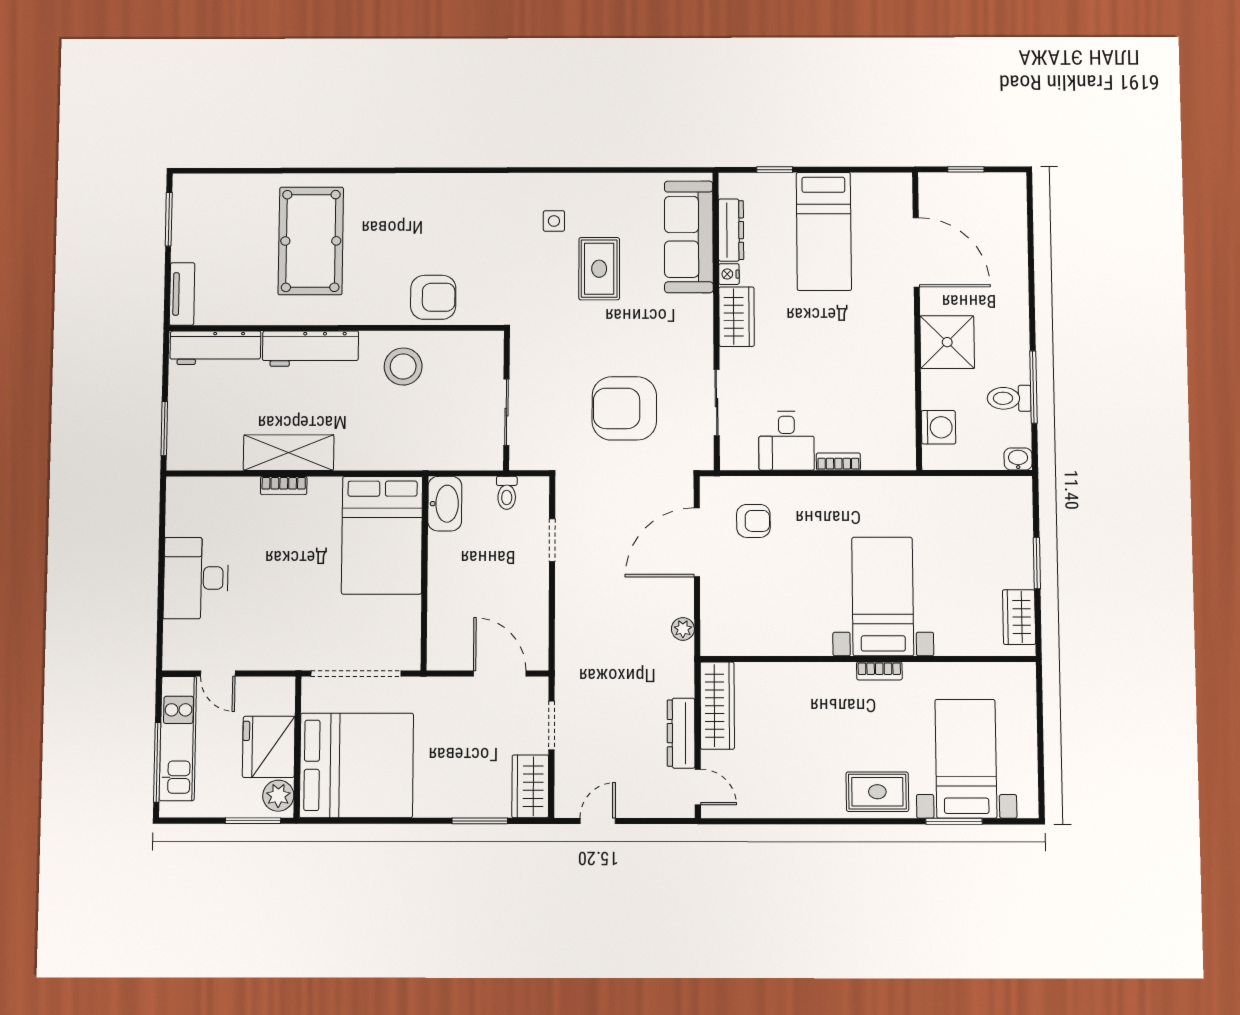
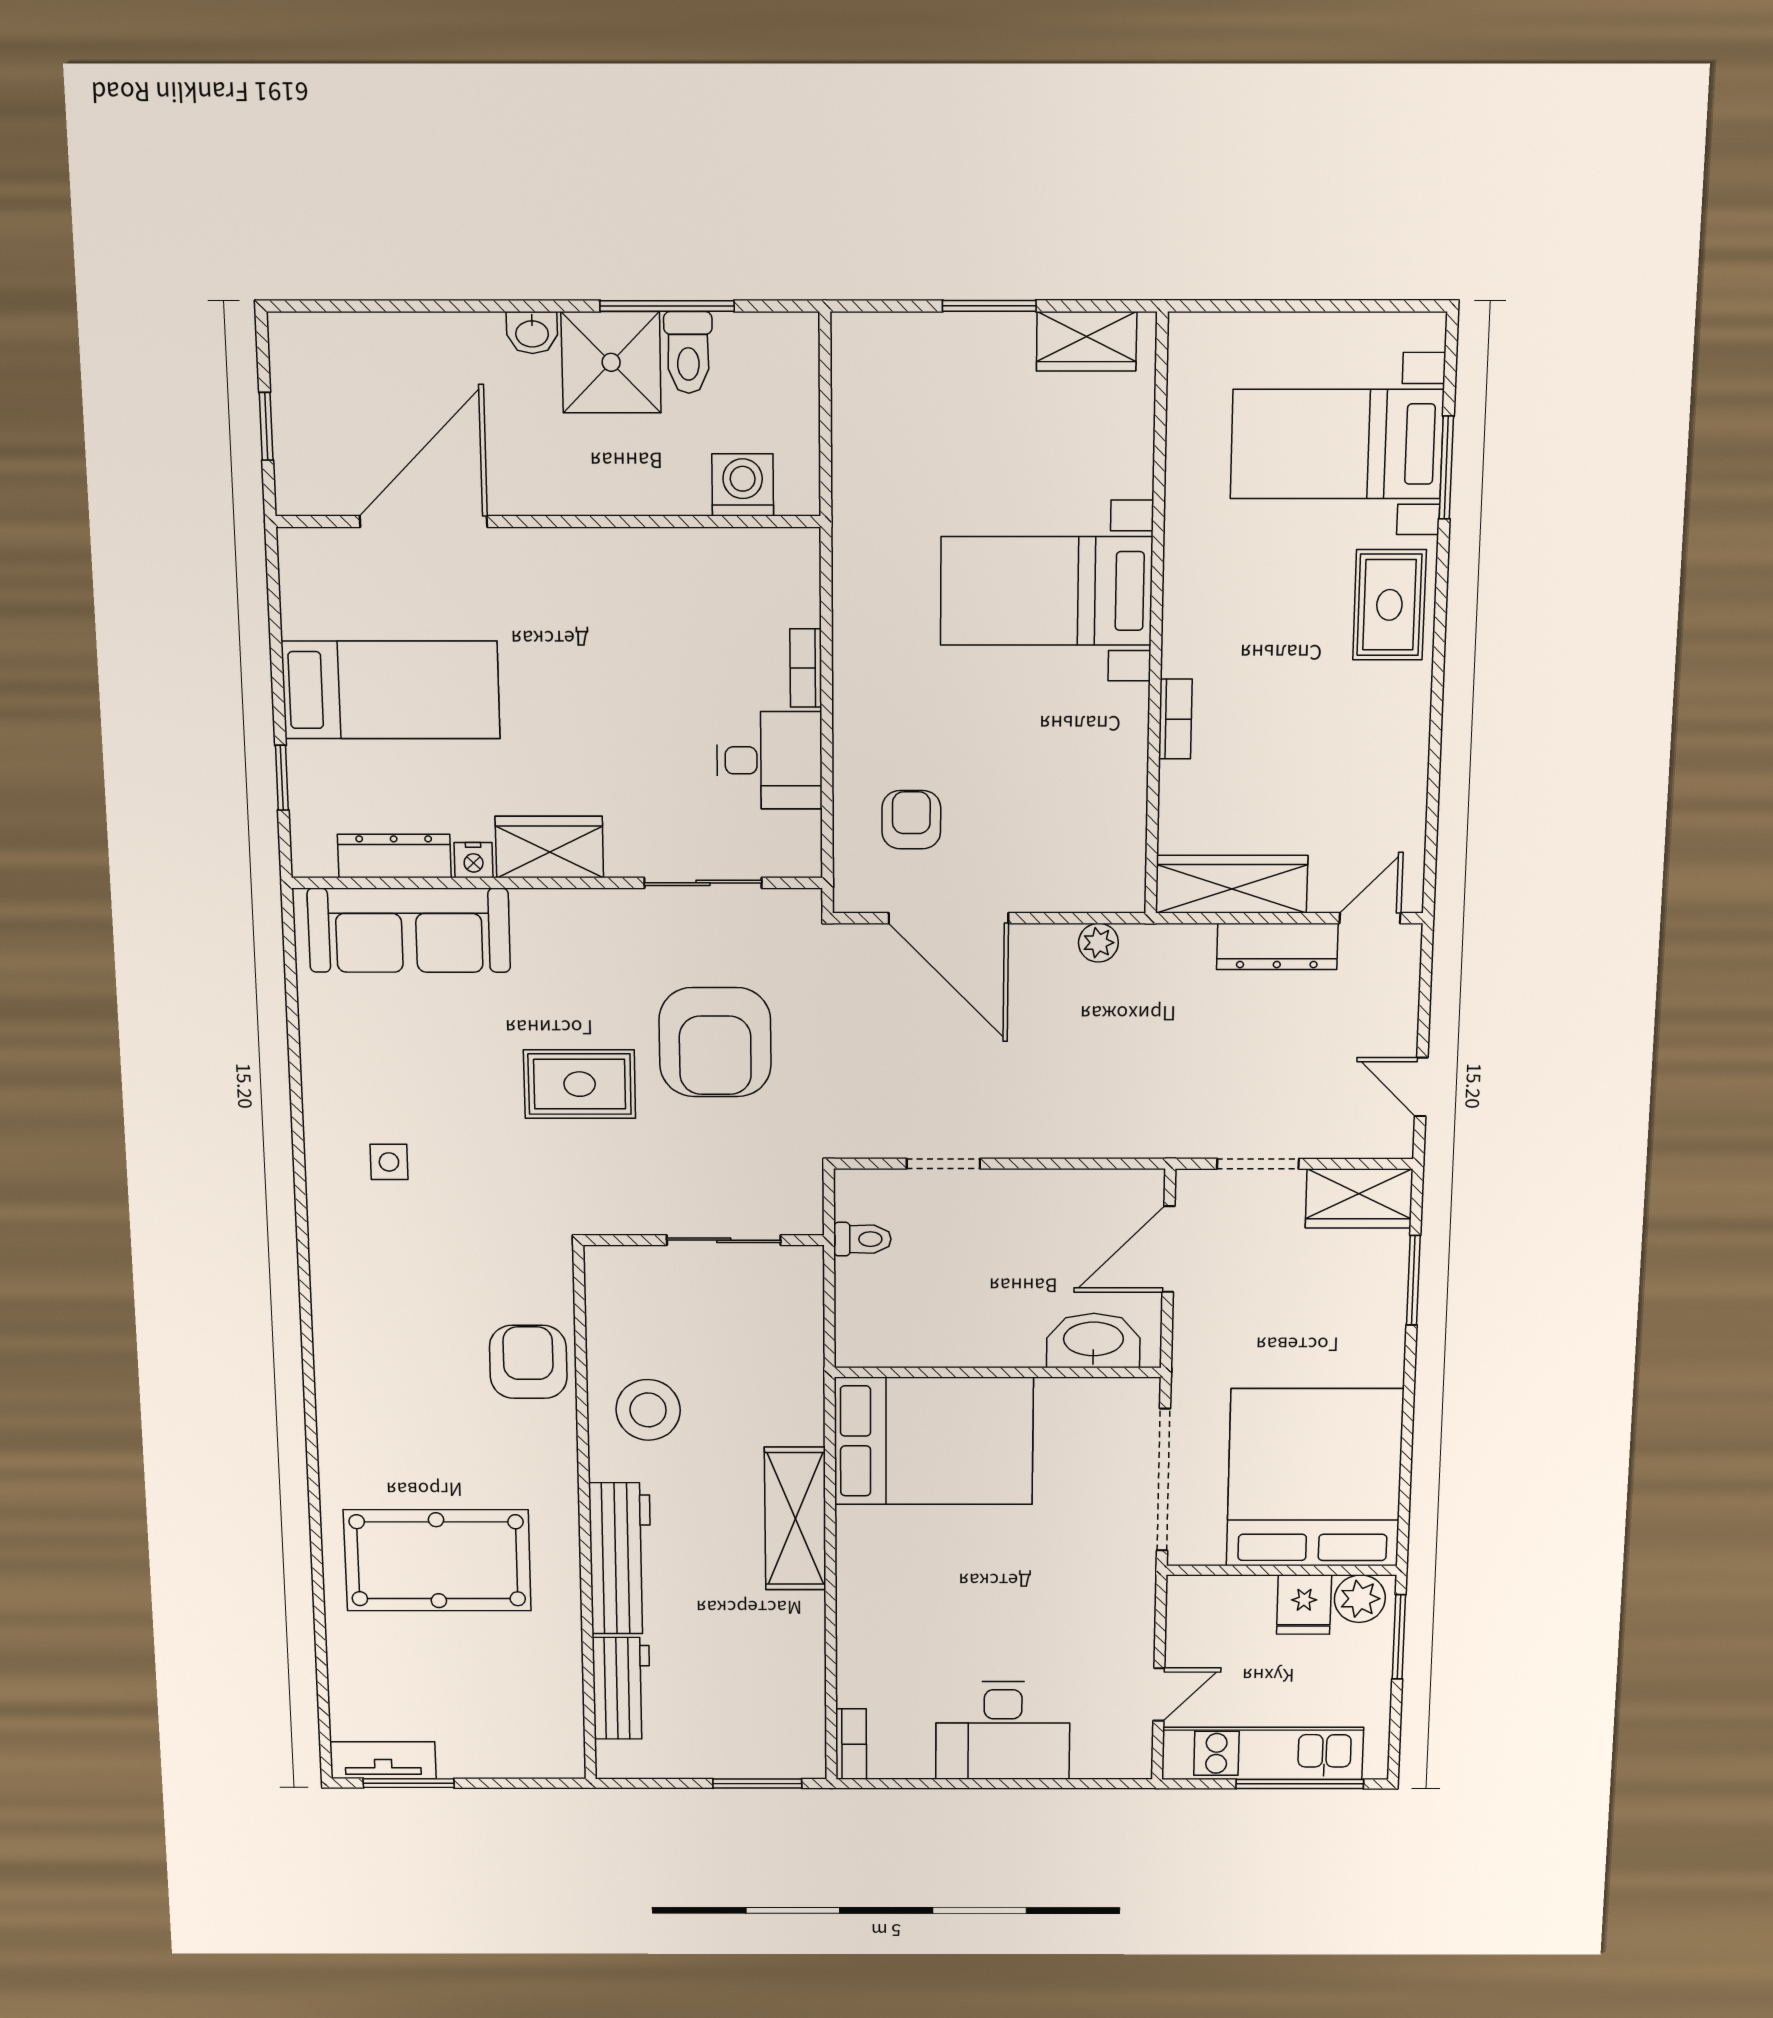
rug: (599, 269) -> (580, 1084), moved
tv unit: (182, 294) -> (383, 1760), moved
shower: (947, 342) -> (611, 362), moved
workbench: (215, 348) -> (622, 1688), width x0.73
shelving: (289, 453) -> (795, 1519), moved
washbasin: (1018, 459) -> (532, 333), moved, turned -90
bookcase: (284, 486) -> (851, 1744), moved
washbasin: (445, 504) -> (1093, 1341), moved
bookcase: (879, 671) -> (1175, 719), moved
fridge: (269, 747) -> (1304, 1605), width x0.53, depth x0.75

